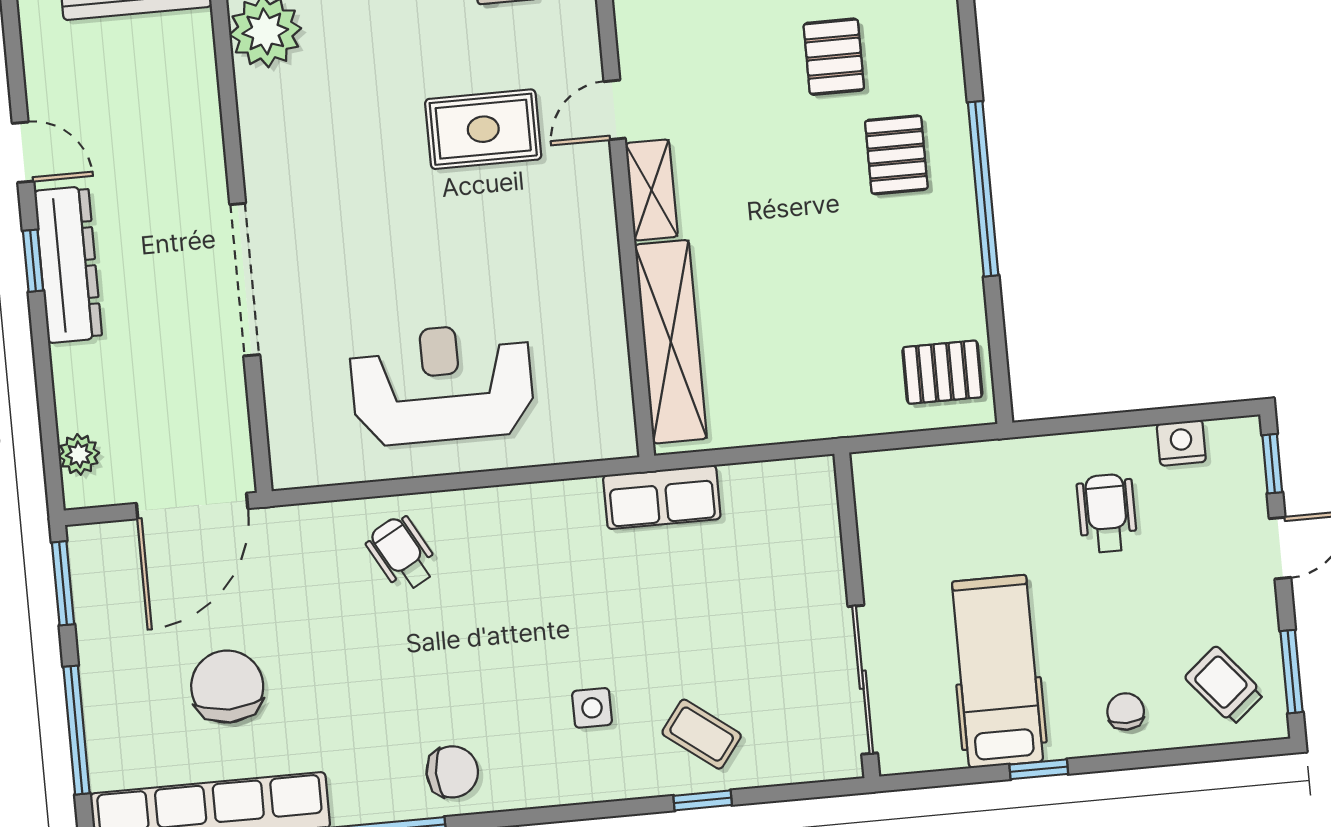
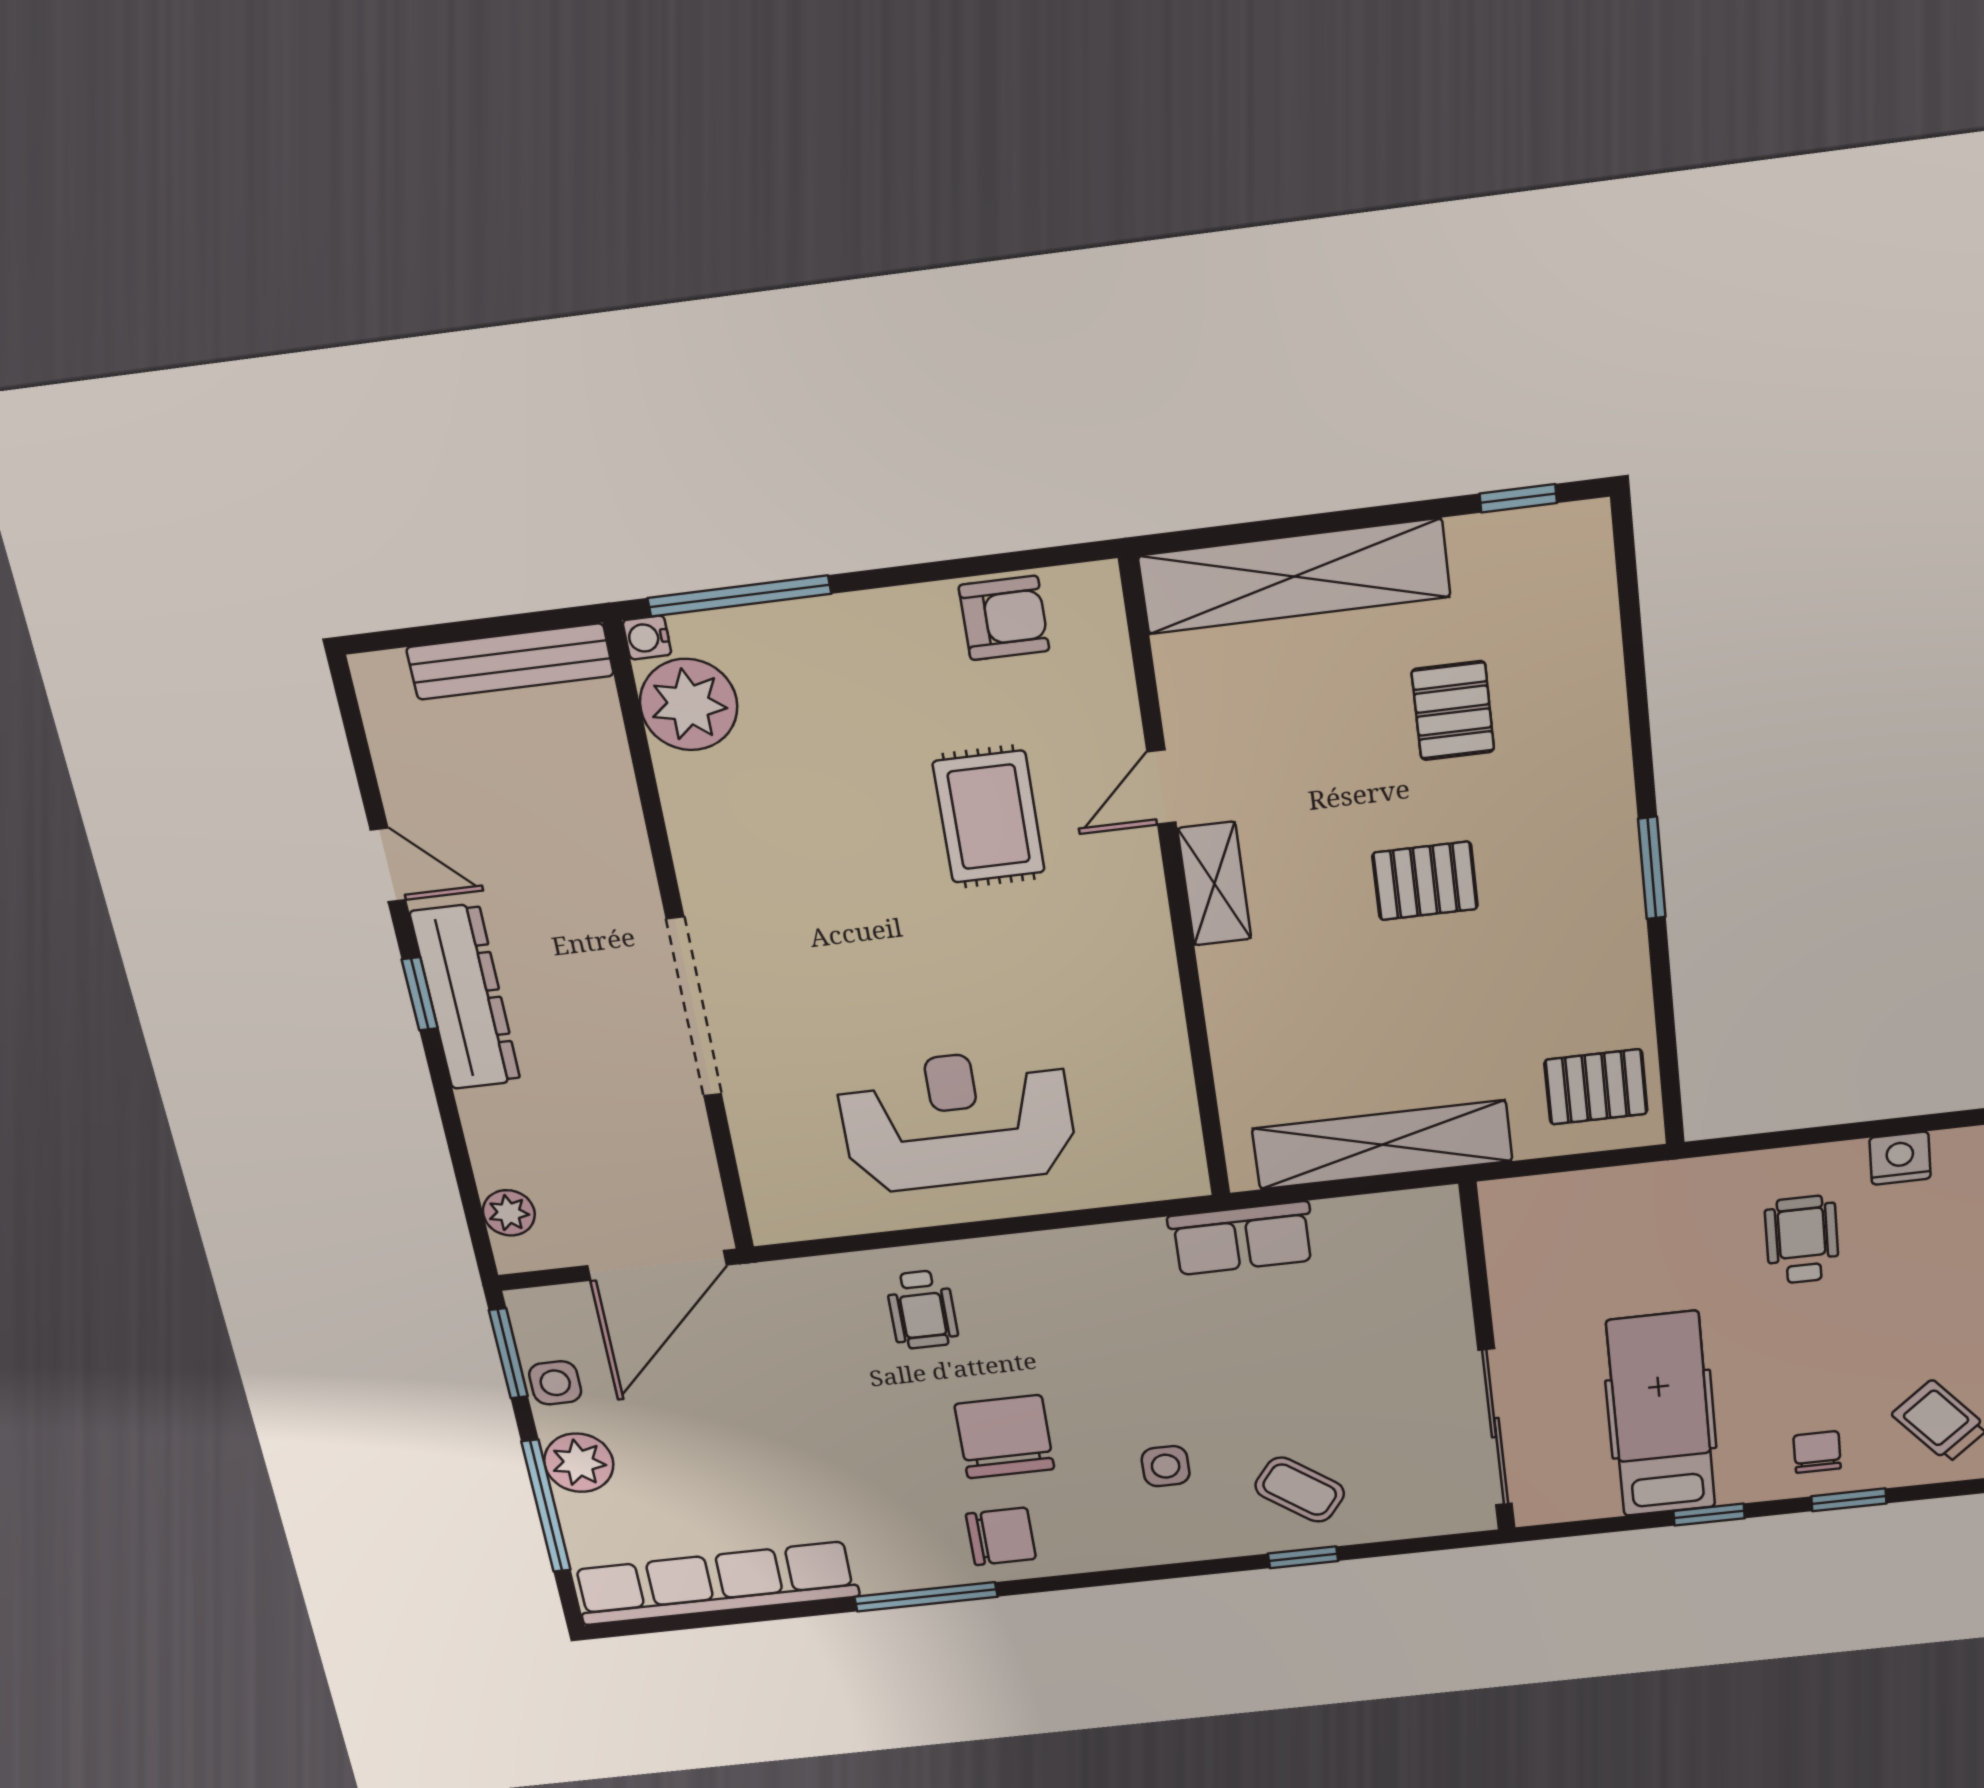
rug: (483, 129) -> (989, 817), turned 90
pallet: (896, 155) -> (1425, 881), moved, turned 90
window: (983, 189) -> (1652, 868), width x0.47
shelving: (671, 342) -> (1382, 1145), moved, turned 90
wheelchair: (402, 554) -> (922, 1310), turned -151
side table: (98, 612) -> (555, 1383), added
chair: (227, 687) -> (1004, 1437), moved
plant: (109, 689) -> (579, 1463), added
window: (1153, 759) -> (1849, 1500), added

